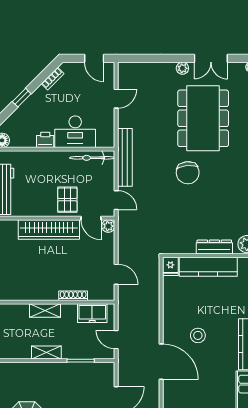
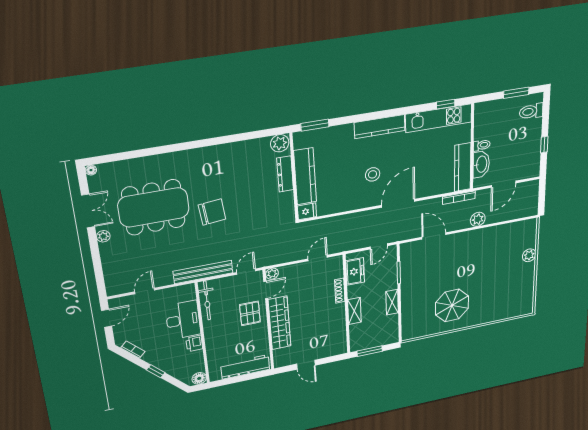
door: (116, 99) -> (145, 291), hinge flipped
pallet: (67, 200) -> (250, 313), turned 90

